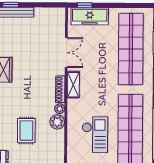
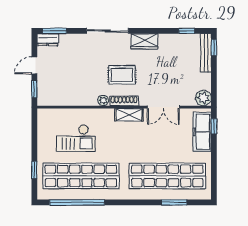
plant: (57, 122) -> (203, 98), moved
rug: (26, 131) -> (122, 75), moved

